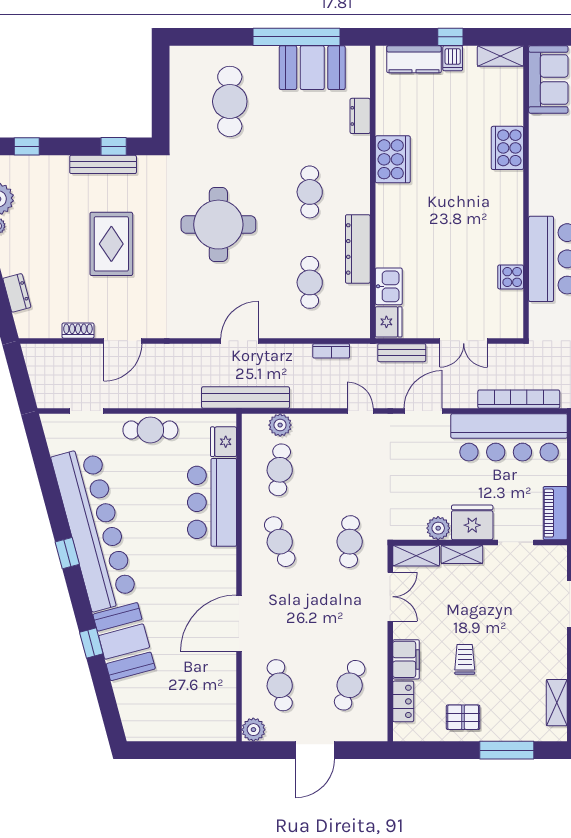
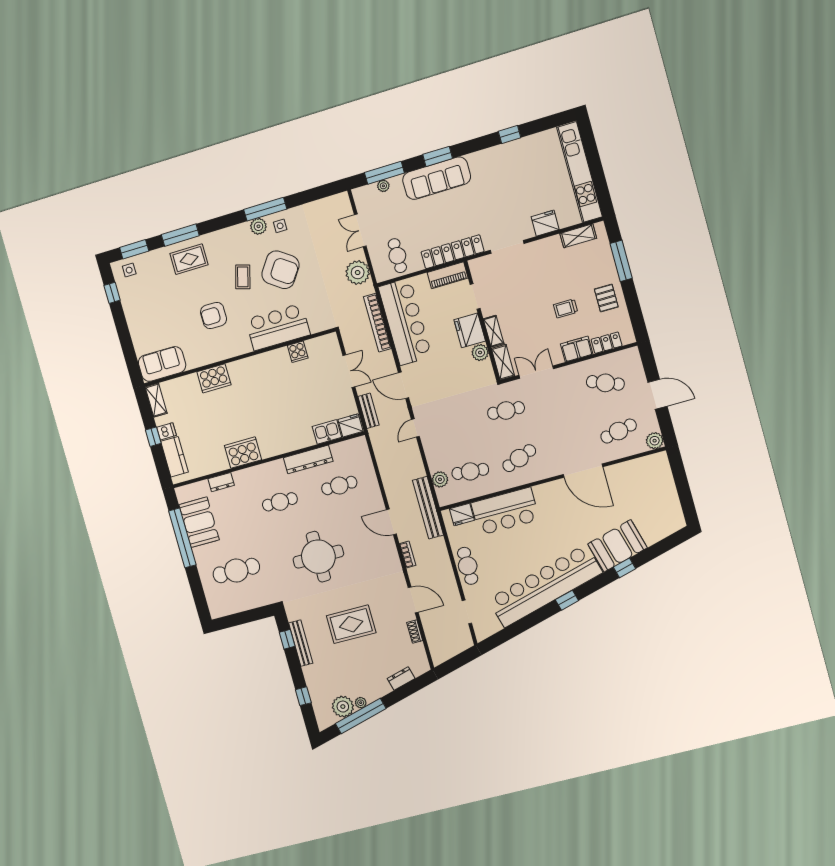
bookcase: (331, 351) -> (408, 555), moved

